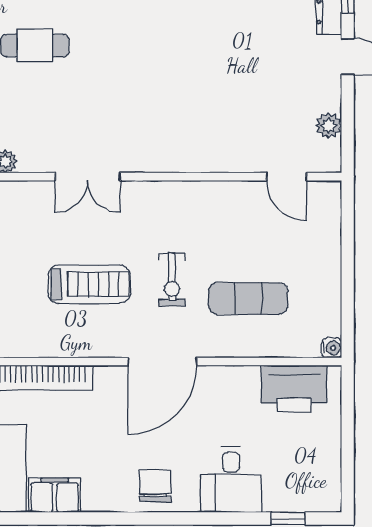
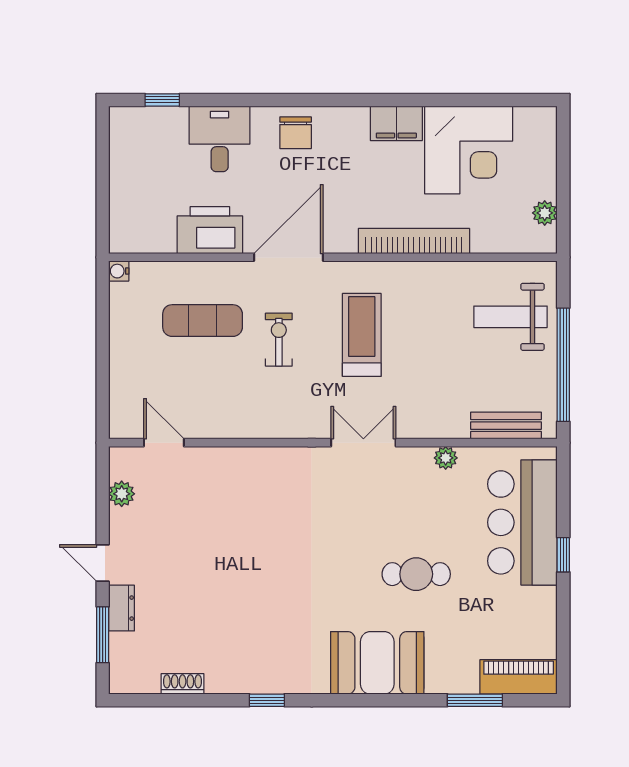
treadmill: (89, 284) -> (362, 335), turned 90
printer: (294, 389) -> (210, 230), moved

